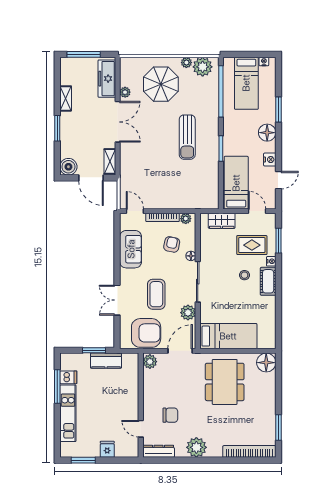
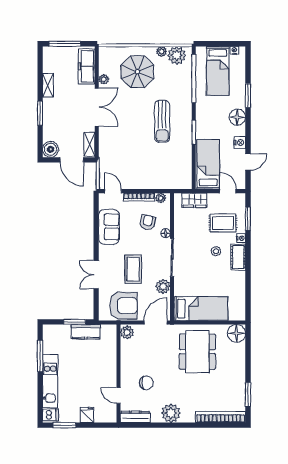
dishwasher: (68, 377) -> (50, 415), moved

